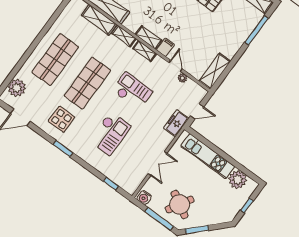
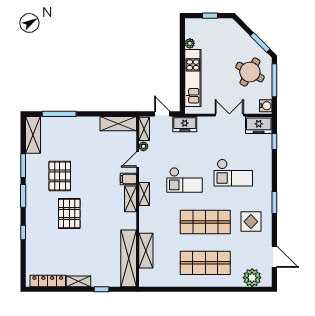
shelving: (124, 36) -> (144, 129), moved
checkout: (132, 91) -> (184, 180), turned -90
checkout: (110, 133) -> (233, 173), turned 180
plant: (238, 180) -> (190, 43), width x0.53, depth x0.53
freezer: (133, 181) -> (259, 125), added

